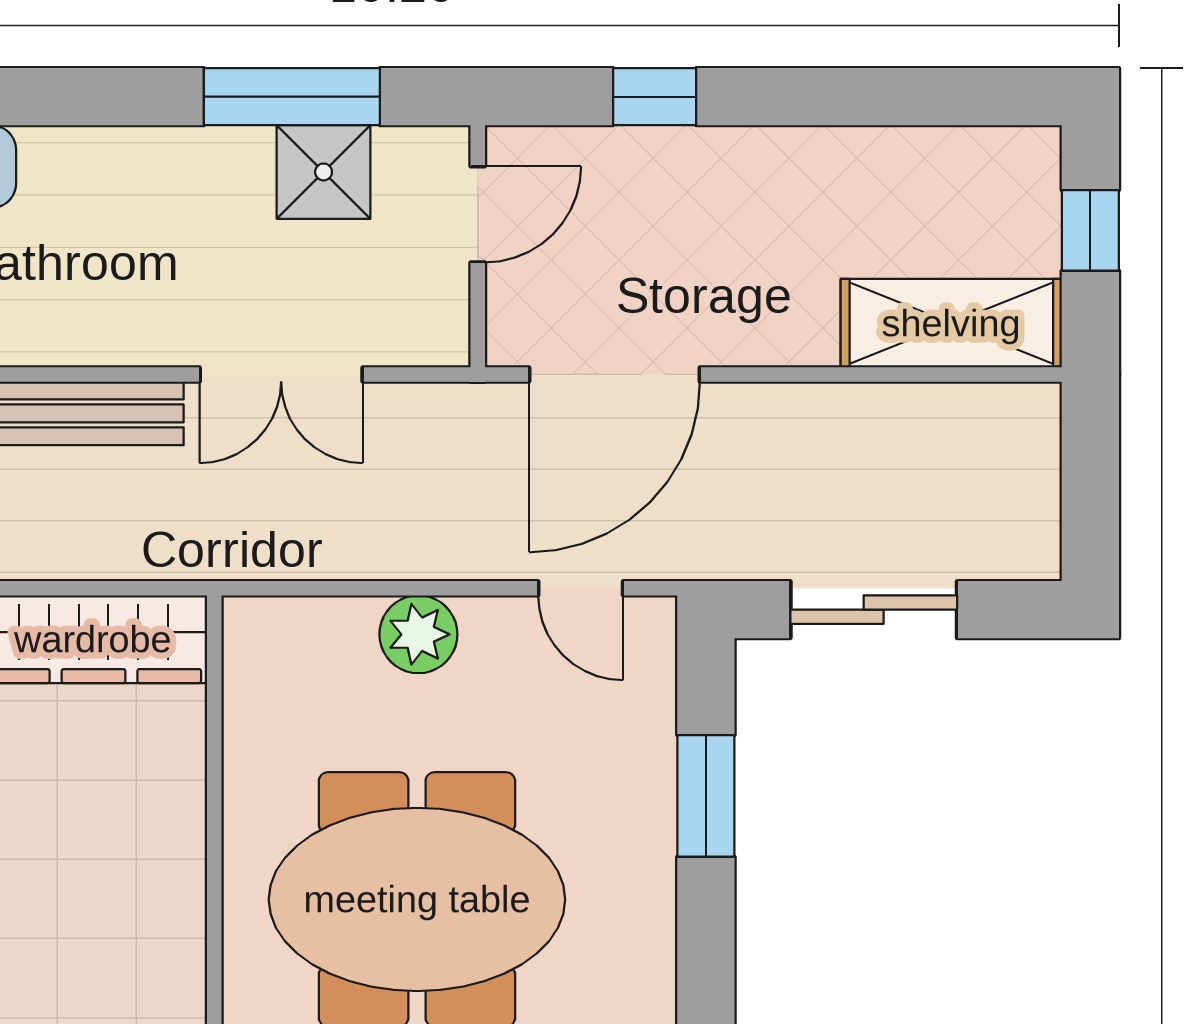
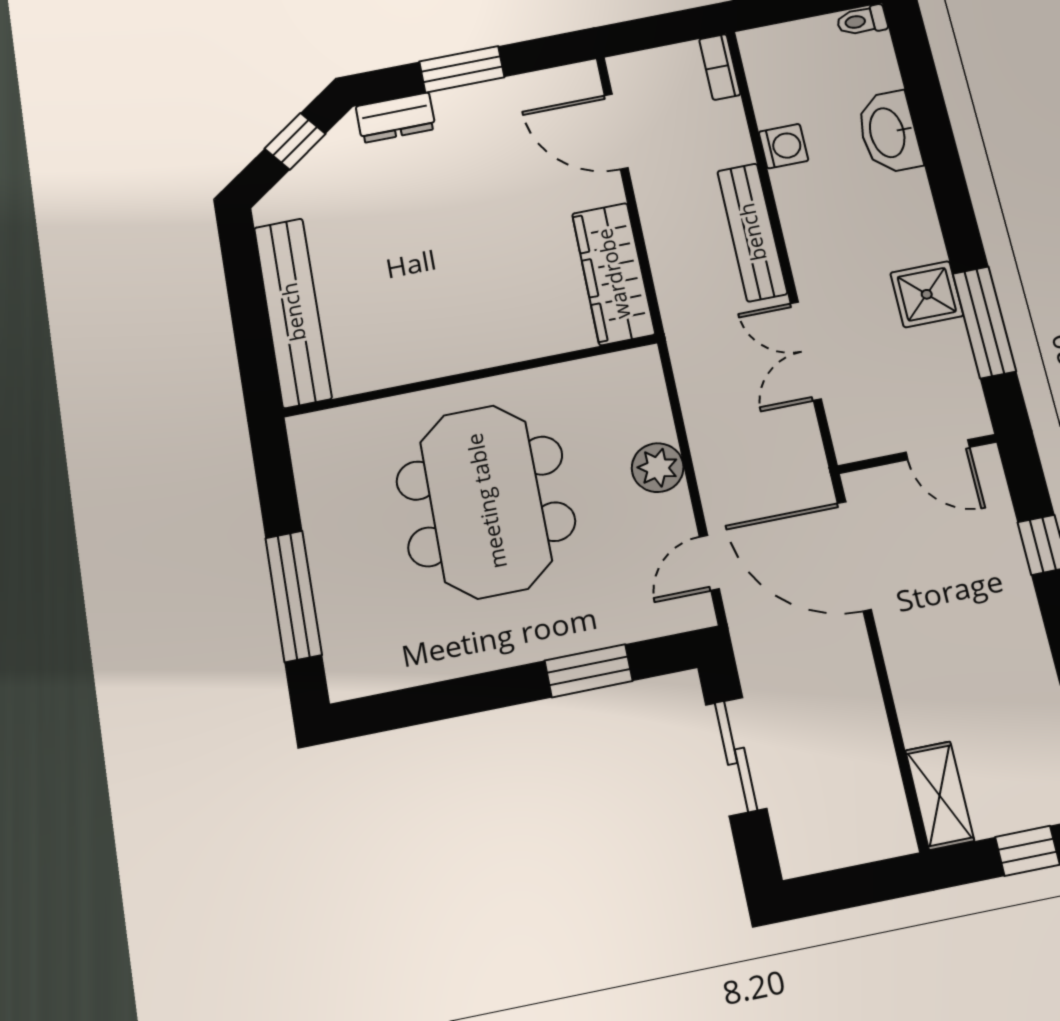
shower: (324, 172) -> (927, 294), moved
shelving: (951, 323) -> (940, 795), width x0.67, depth x0.75

